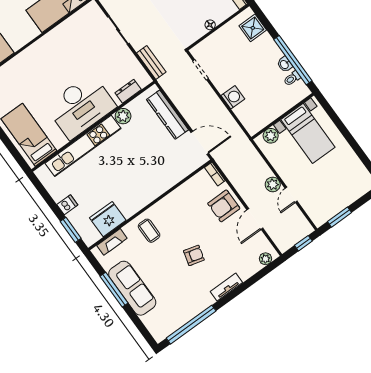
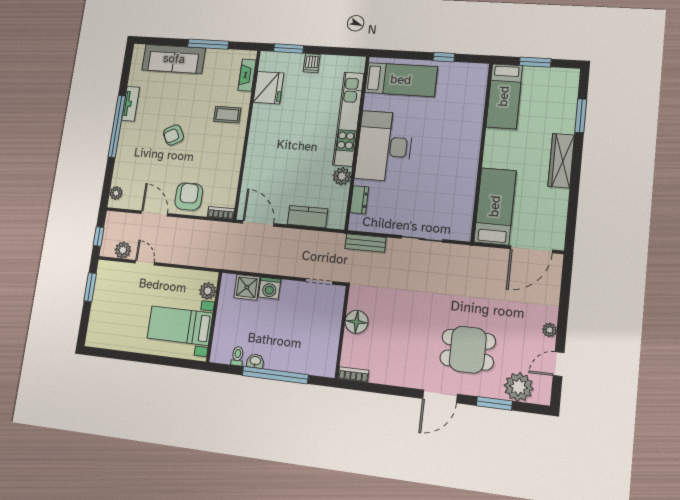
floor lamp: (210, 25) -> (357, 322), width x1.89, depth x1.89
shower: (253, 28) -> (247, 287), moved
window: (293, 60) -> (275, 375), moved
kitchen counter: (168, 115) -> (307, 217), width x0.67
door: (200, 143) -> (258, 223), swing flipped
plant: (273, 184) -> (123, 250), moved
armchair: (194, 255) -> (173, 135), turned 47
tv unit: (226, 287) -> (131, 104), moved
sofa: (132, 288) -> (174, 59), moved
window: (191, 325) -> (117, 126), moved

